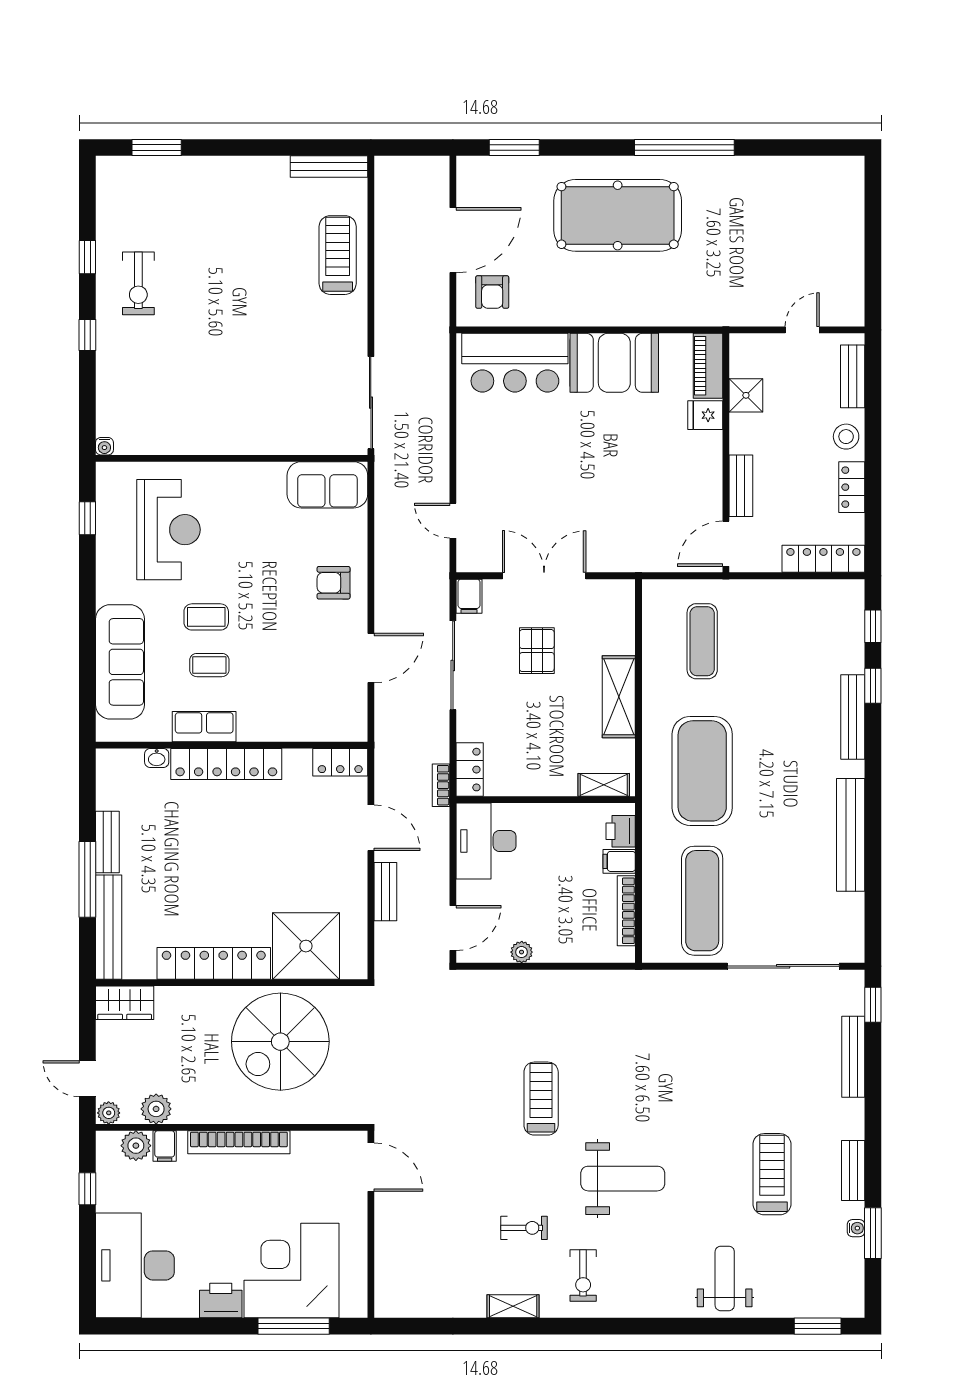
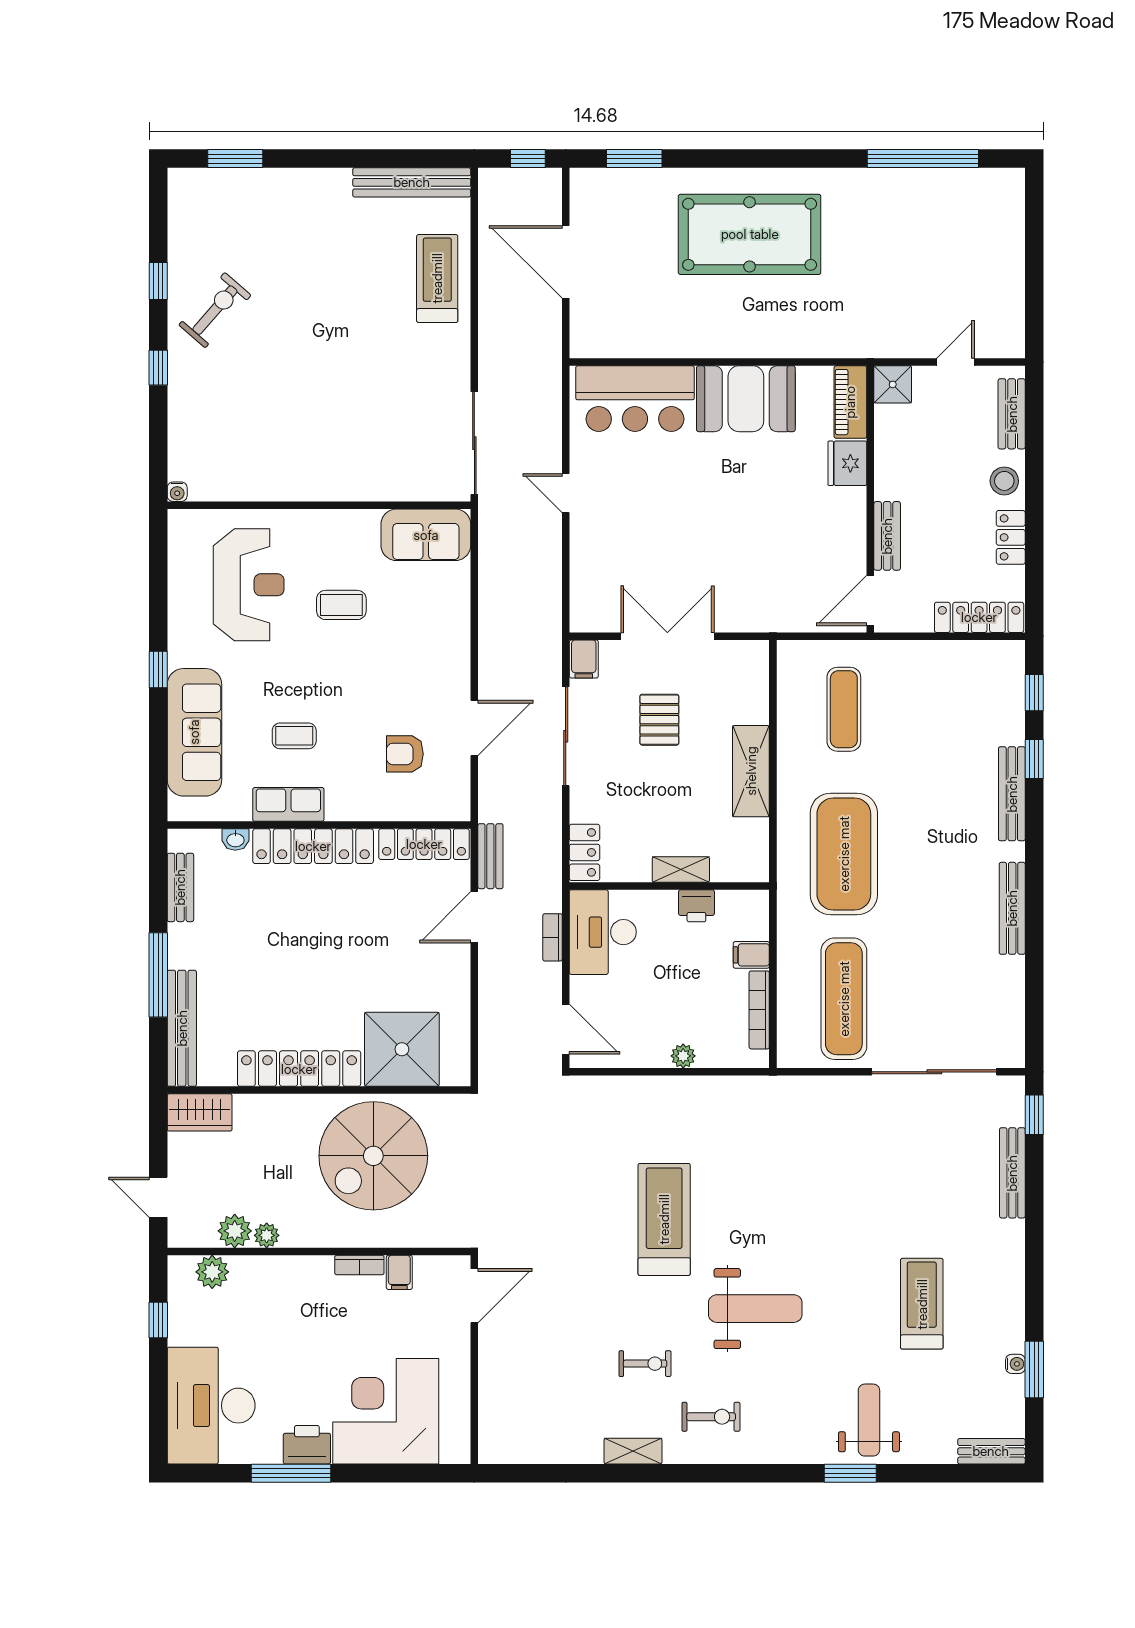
window: (419, 148) -> (528, 159), added
window: (684, 148) -> (923, 159), moved
bench: (329, 167) -> (412, 182), width x1.37, depth x1.21
door: (453, 240) -> (566, 262), swing flipped
exercise bike: (138, 283) -> (215, 310), turned -139
armchair: (492, 292) -> (610, 320), removed
shower: (746, 395) -> (893, 384), moved
fridge: (705, 415) -> (847, 463), width x1.38
window: (87, 518) -> (158, 669), moved
door: (453, 521) -> (566, 493), moved
armchair: (334, 583) -> (405, 754), moved
coffee table: (206, 617) -> (341, 605), moved
locker: (340, 762) -> (424, 844), width x1.53
bookcase: (441, 785) -> (553, 937), moved
shelving: (604, 785) -> (681, 869), moved
door: (371, 828) -> (474, 917), swing flipped
printer: (621, 831) -> (696, 906), moved, turned -90
bench: (851, 835) -> (1012, 908), width x0.73, depth x0.82
bench: (107, 842) -> (180, 887), moved
bench: (385, 892) -> (490, 856), moved
door: (453, 928) -> (566, 1029), hinge flipped
plant: (522, 952) -> (683, 1056), moved
treadmill: (541, 1099) -> (664, 1219), width x1.37, depth x1.38
plant: (109, 1113) -> (267, 1235), moved
bookcase: (239, 1142) -> (359, 1265), width x0.43, depth x0.76
filing cabinet: (165, 1146) -> (399, 1272), moved
door: (371, 1167) -> (474, 1296), hinge flipped
bench: (853, 1171) -> (991, 1451), moved, turned 90
exercise bike: (583, 1275) -> (711, 1417), turned -90
window: (294, 1326) -> (291, 1473), moved
window: (818, 1326) -> (850, 1473), moved

